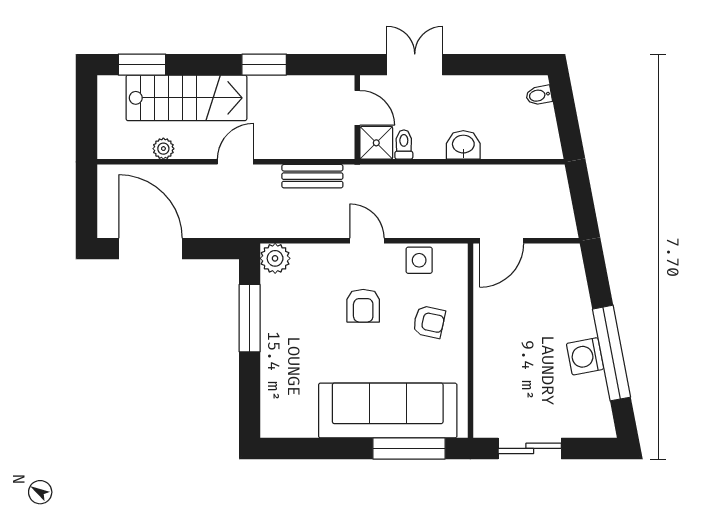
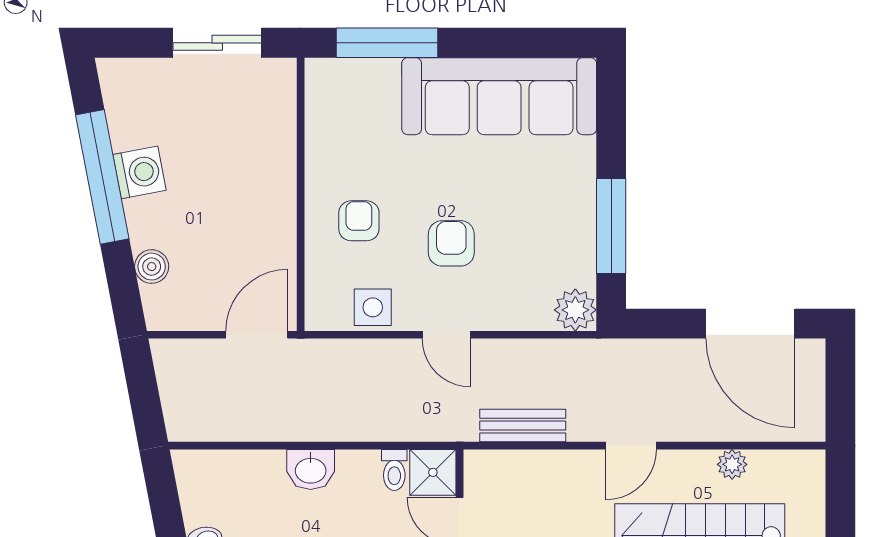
boiler: (576, 289) -> (152, 267), added
armchair: (429, 322) -> (359, 221), turned 78
sofa: (388, 410) -> (499, 96), moved

